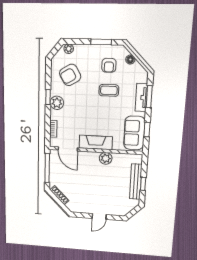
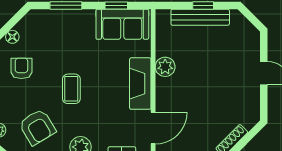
armchair: (109, 65) -> (21, 68), turned -90
coffee table: (109, 90) -> (71, 89), moved
tv unit: (141, 98) -> (68, 17), removed

